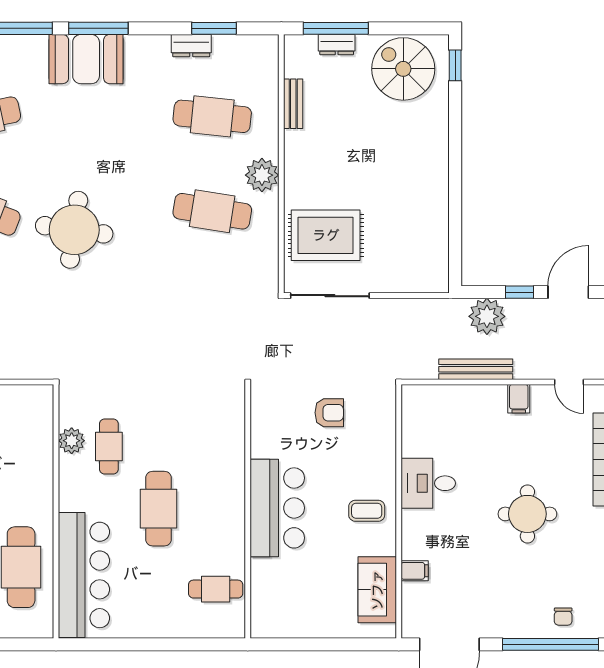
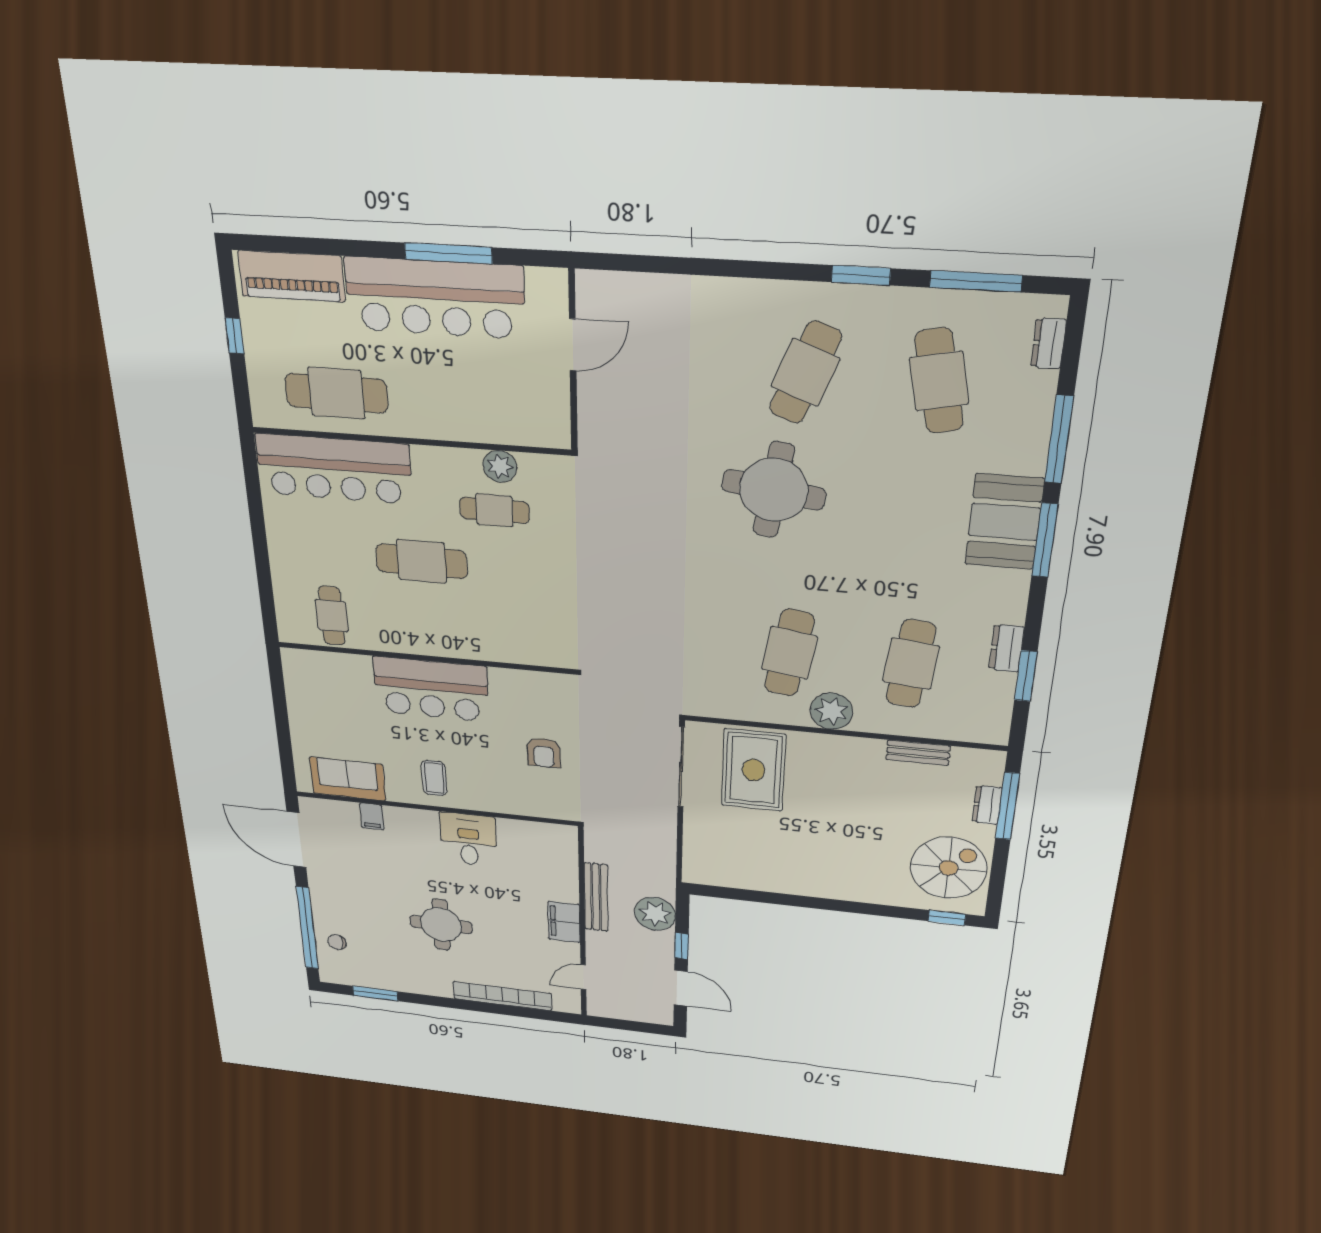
filing cabinet: (519, 399) -> (564, 922), width x2.00

